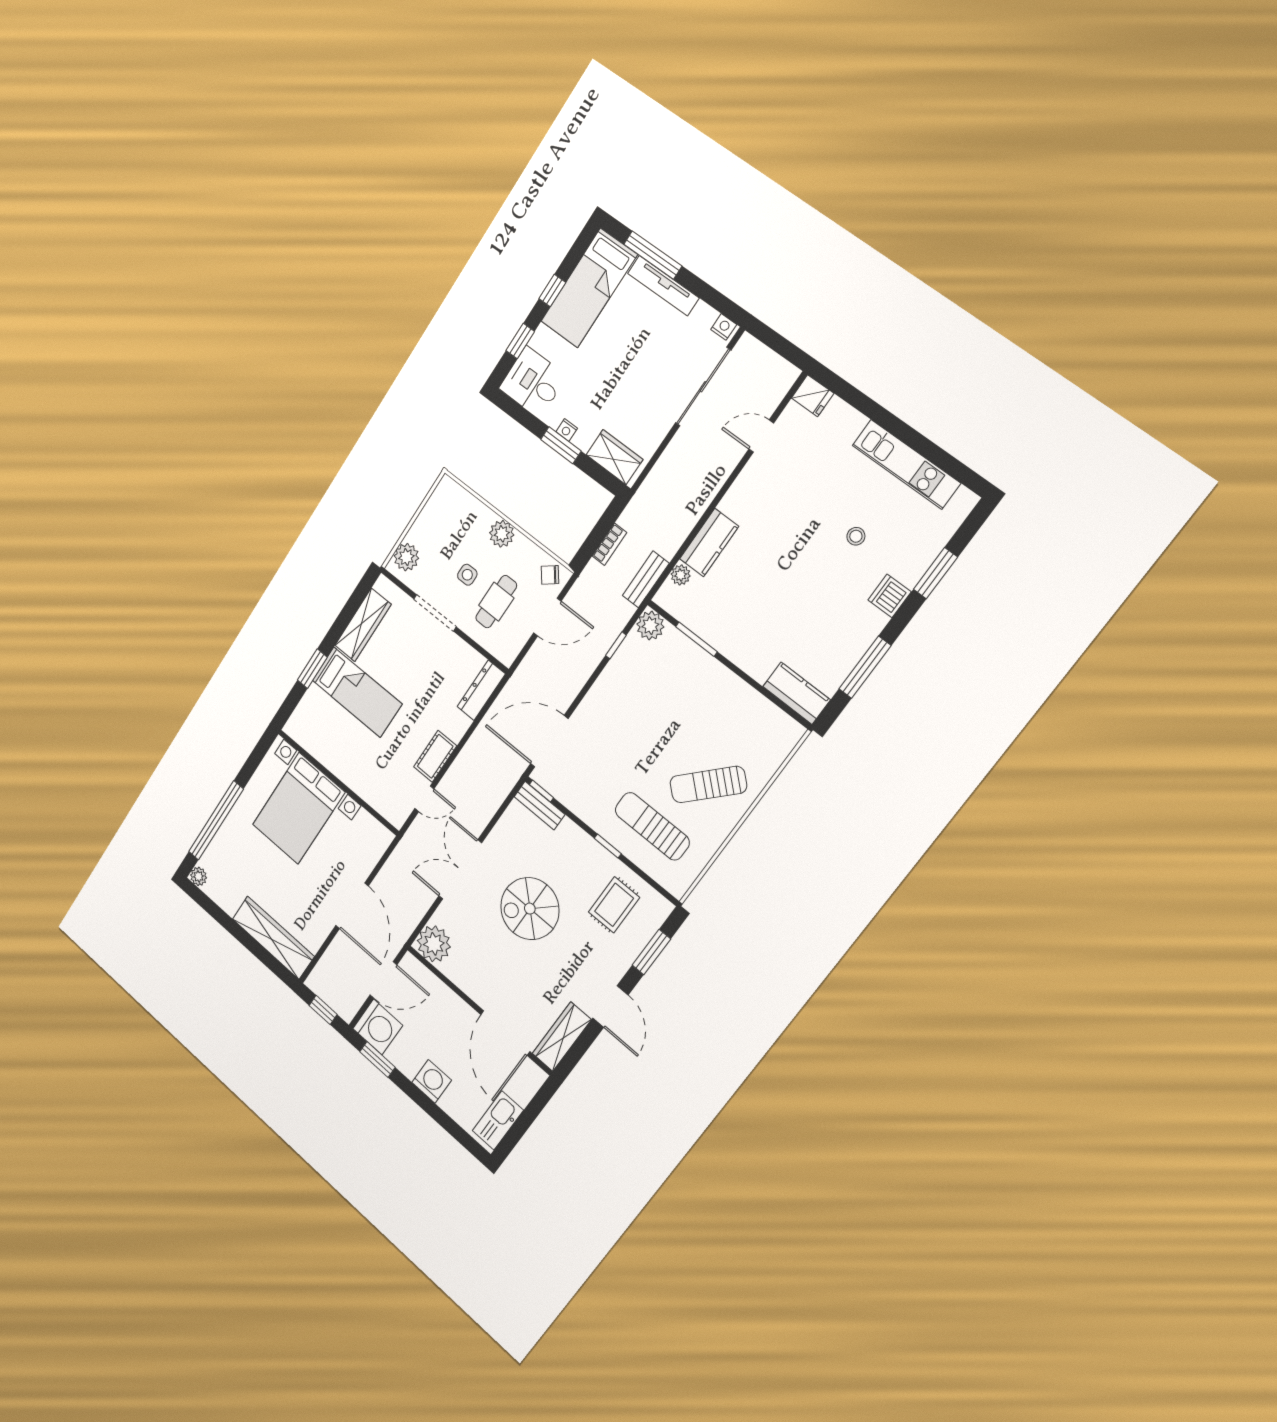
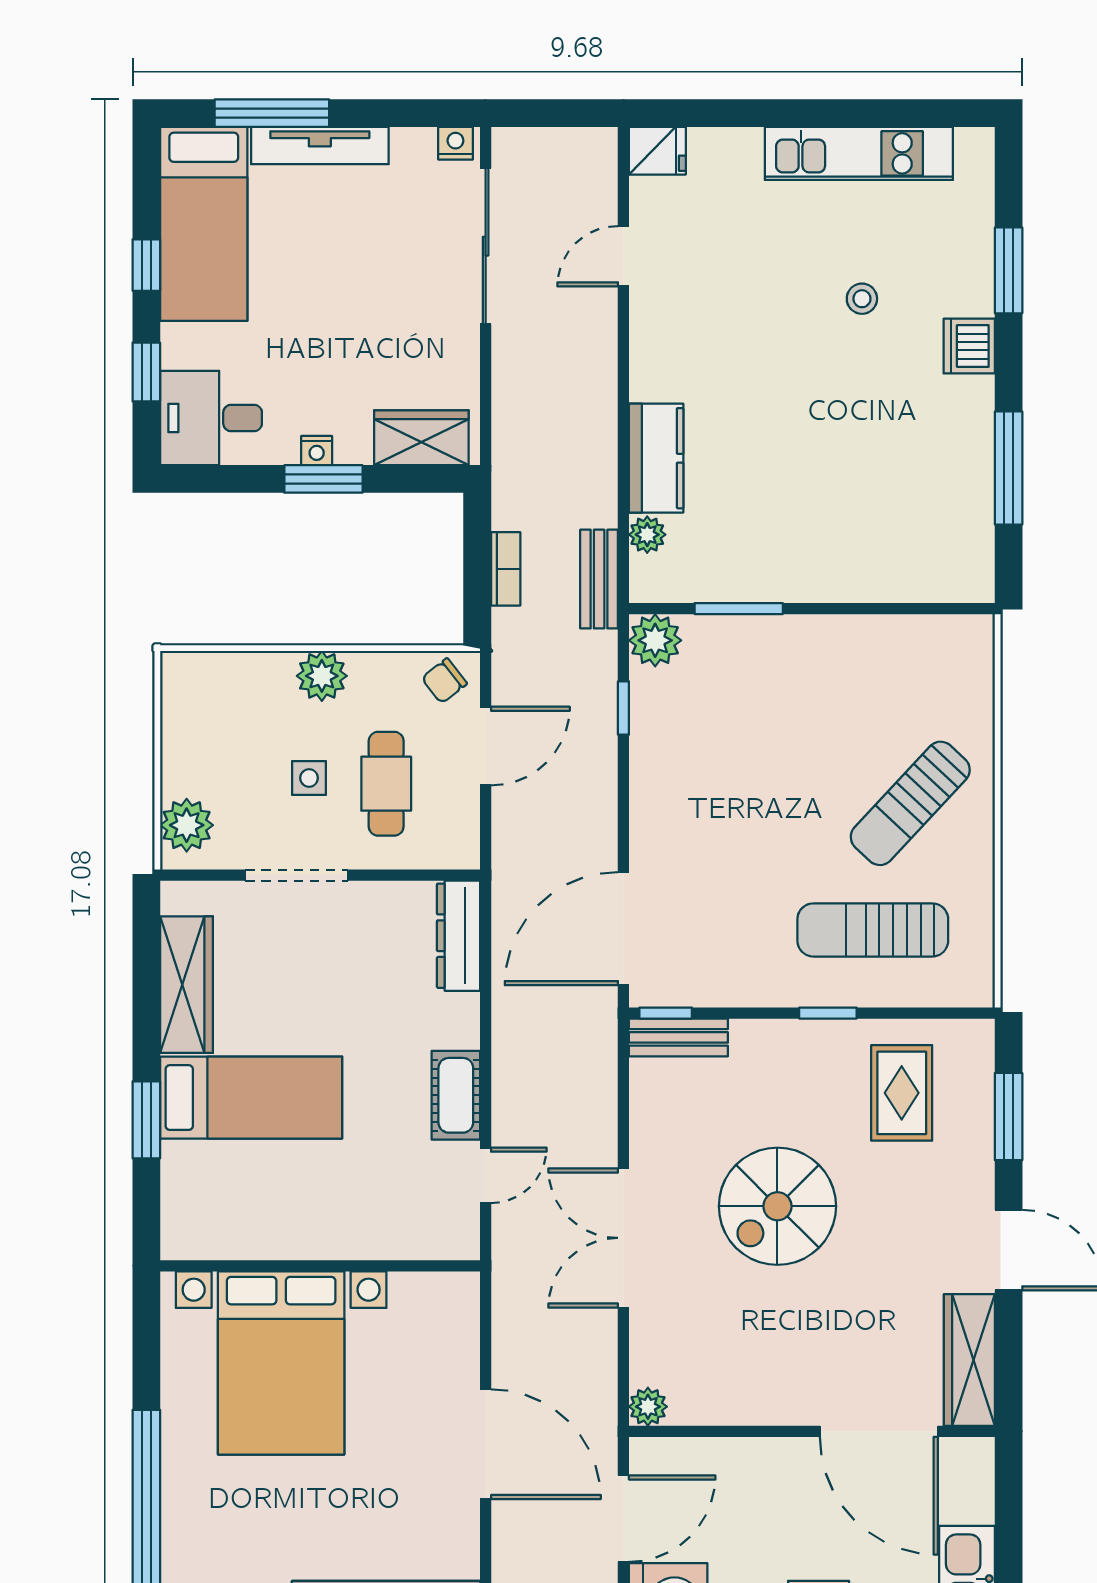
kitchen counter: (797, 693) -> (940, 576), removed
plant: (434, 944) -> (648, 1407), width x0.53, depth x0.53

